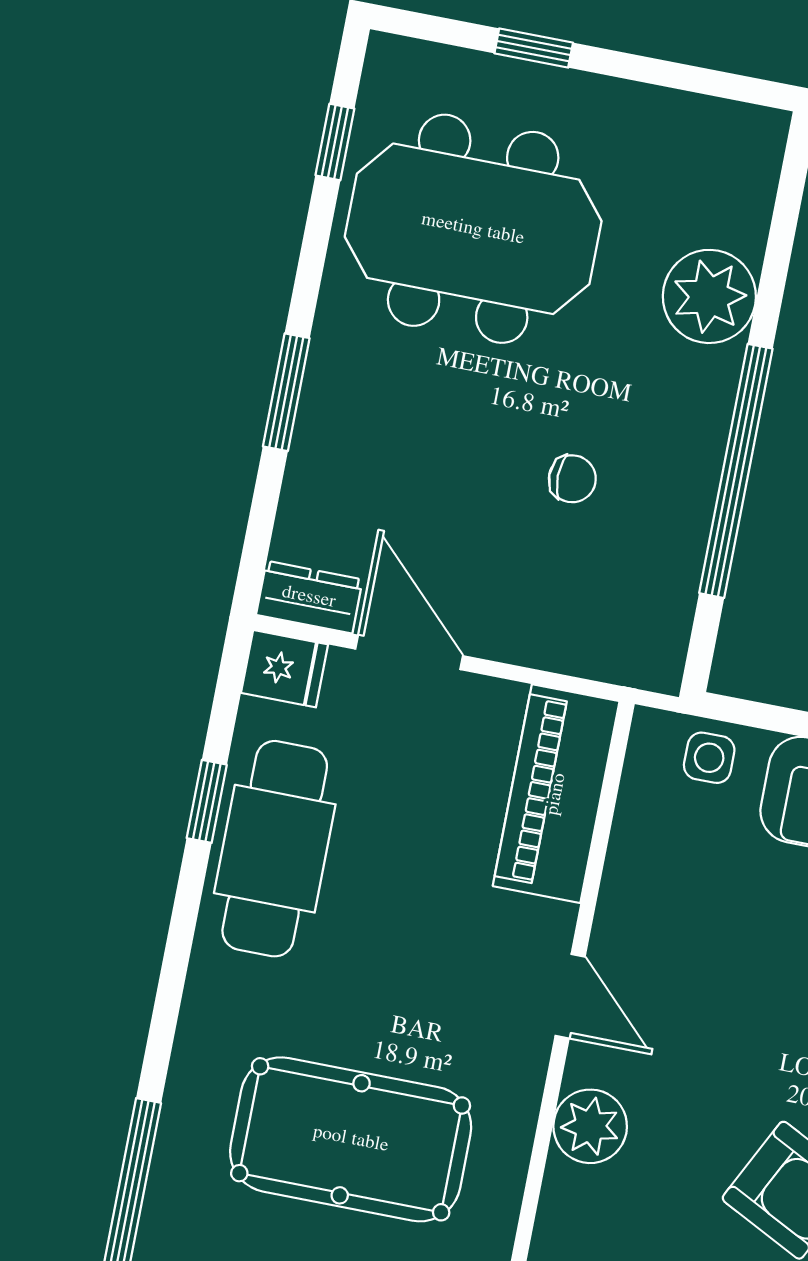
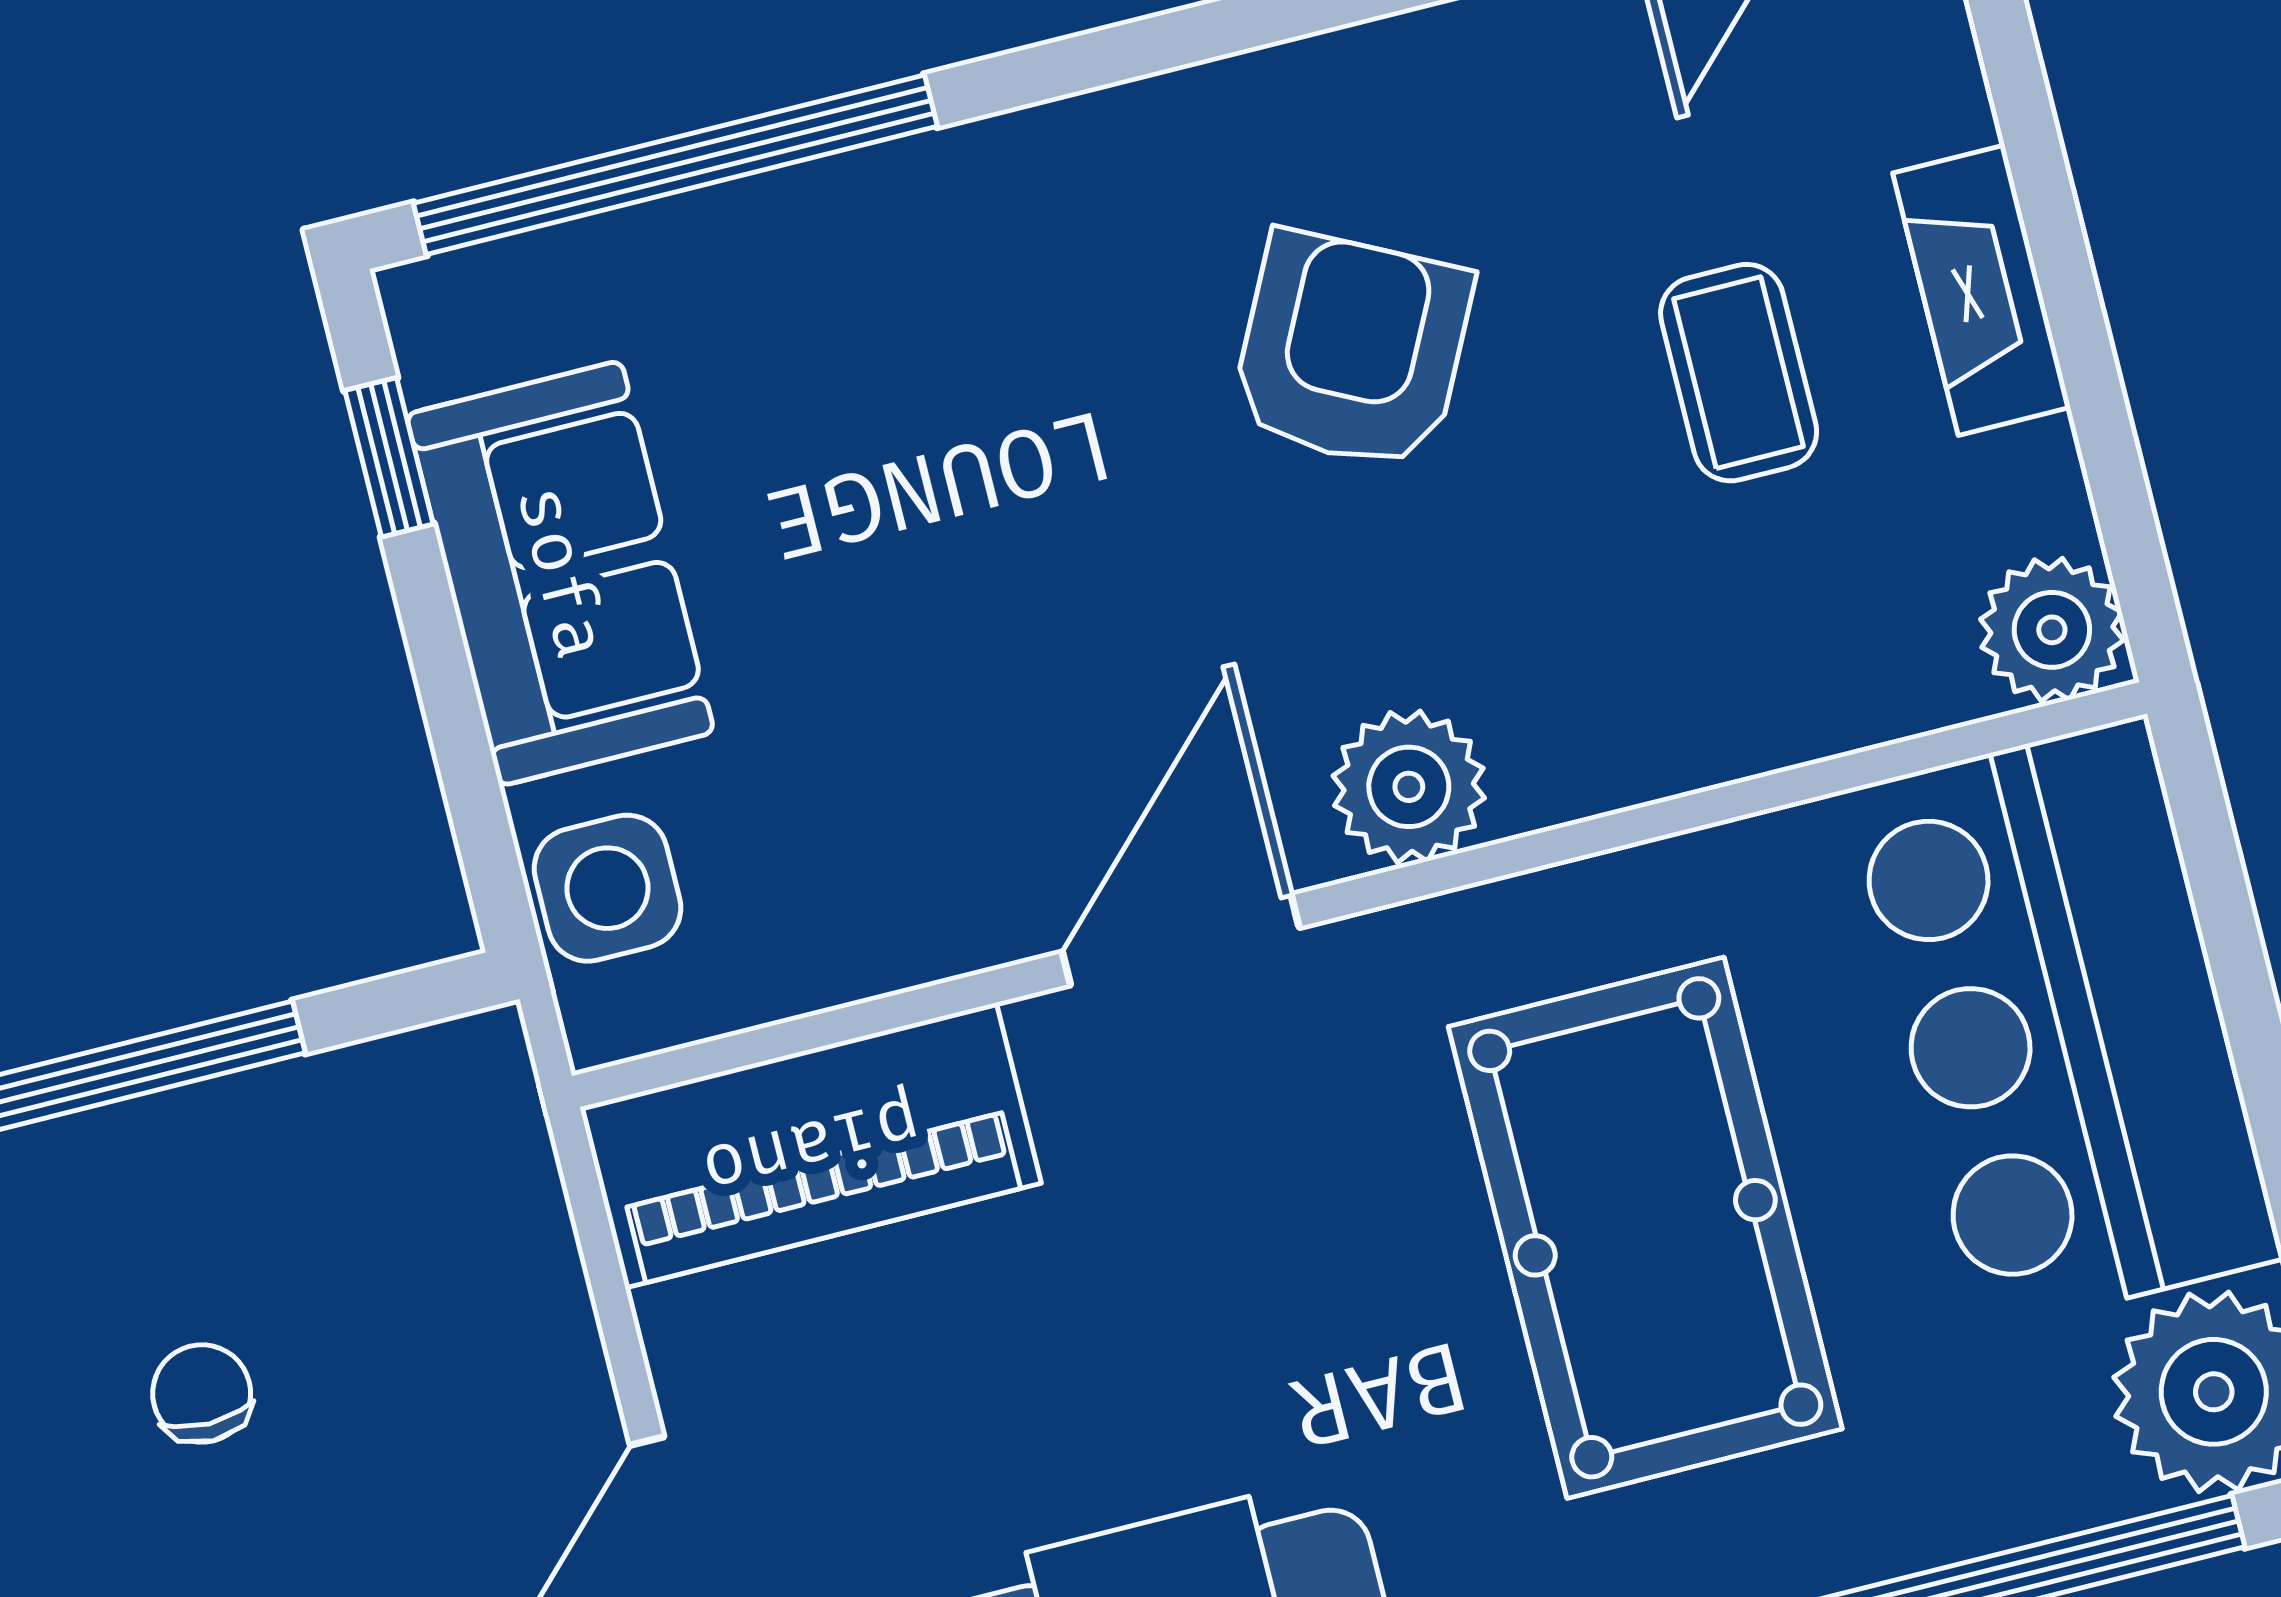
side table: (709, 758) -> (607, 888), width x1.37, depth x1.37
door: (570, 996) -> (1181, 940), width x1.38

